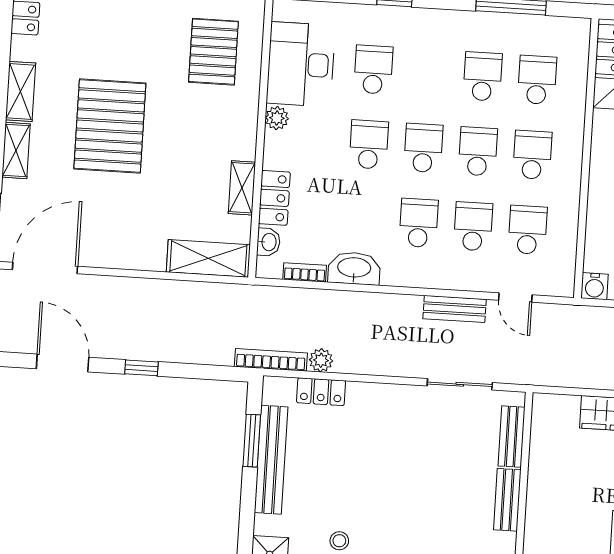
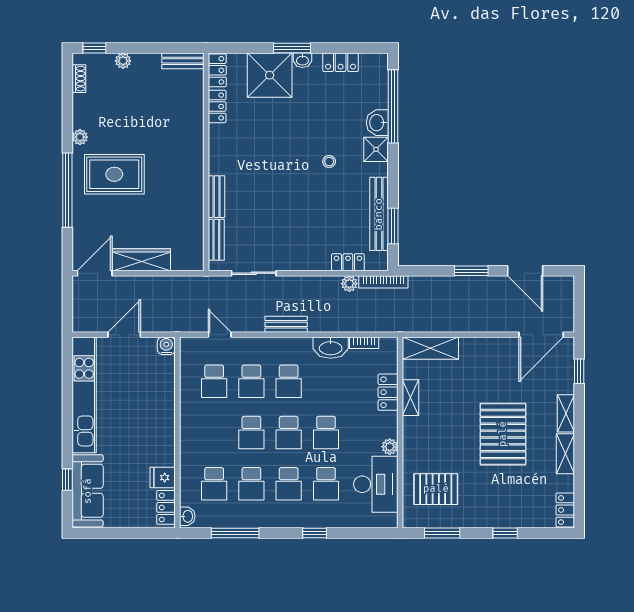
pallet: (213, 52) -> (436, 489), turned 90
school desk: (532, 155) -> (289, 484), moved
washbasin: (268, 242) -> (187, 516), moved, turned 180
bench: (455, 309) -> (286, 324), moved
window: (141, 368) -> (471, 271), width x1.50

